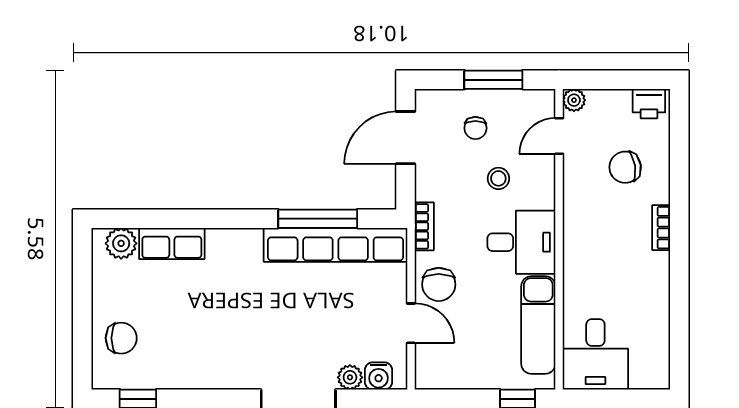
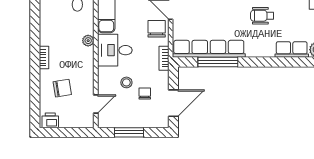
plant: (574, 100) -> (88, 41), moved
chair: (475, 128) -> (145, 93), moved
wheelchair: (230, 310) -> (262, 16), added

